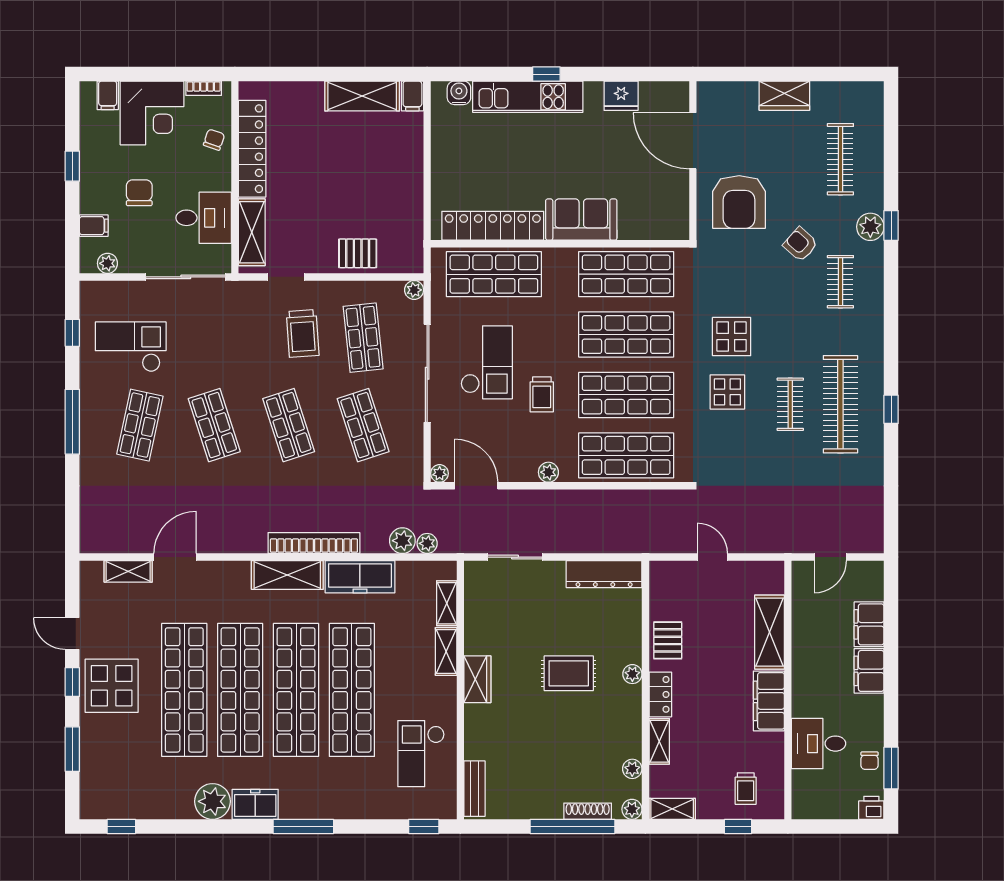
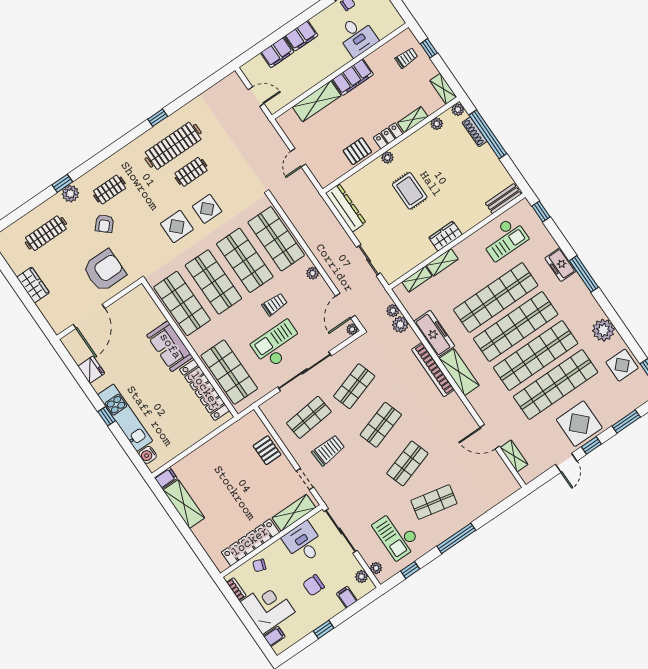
plant: (414, 290) -> (376, 568), moved
display table: (150, 794) -> (622, 365), added
freezer: (255, 804) -> (561, 265), moved

